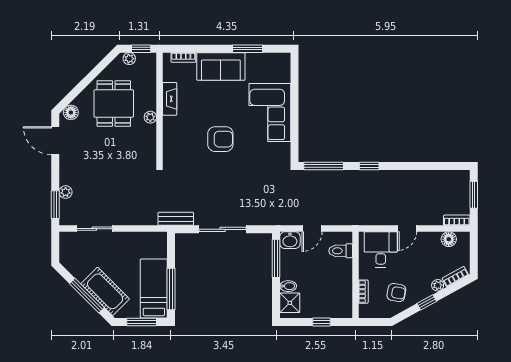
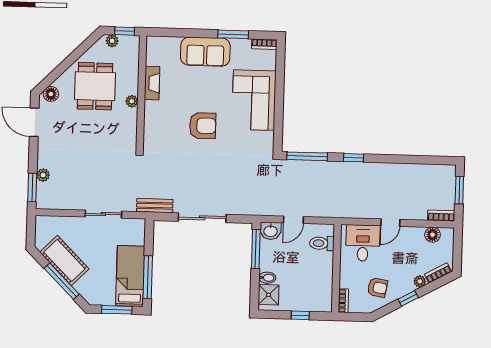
bookcase: (183, 57) -> (264, 44), moved
sliding door: (94, 229) -> (103, 214), moved
cot: (105, 291) -> (64, 260), moved
bookcase: (363, 292) -> (343, 301), moved

